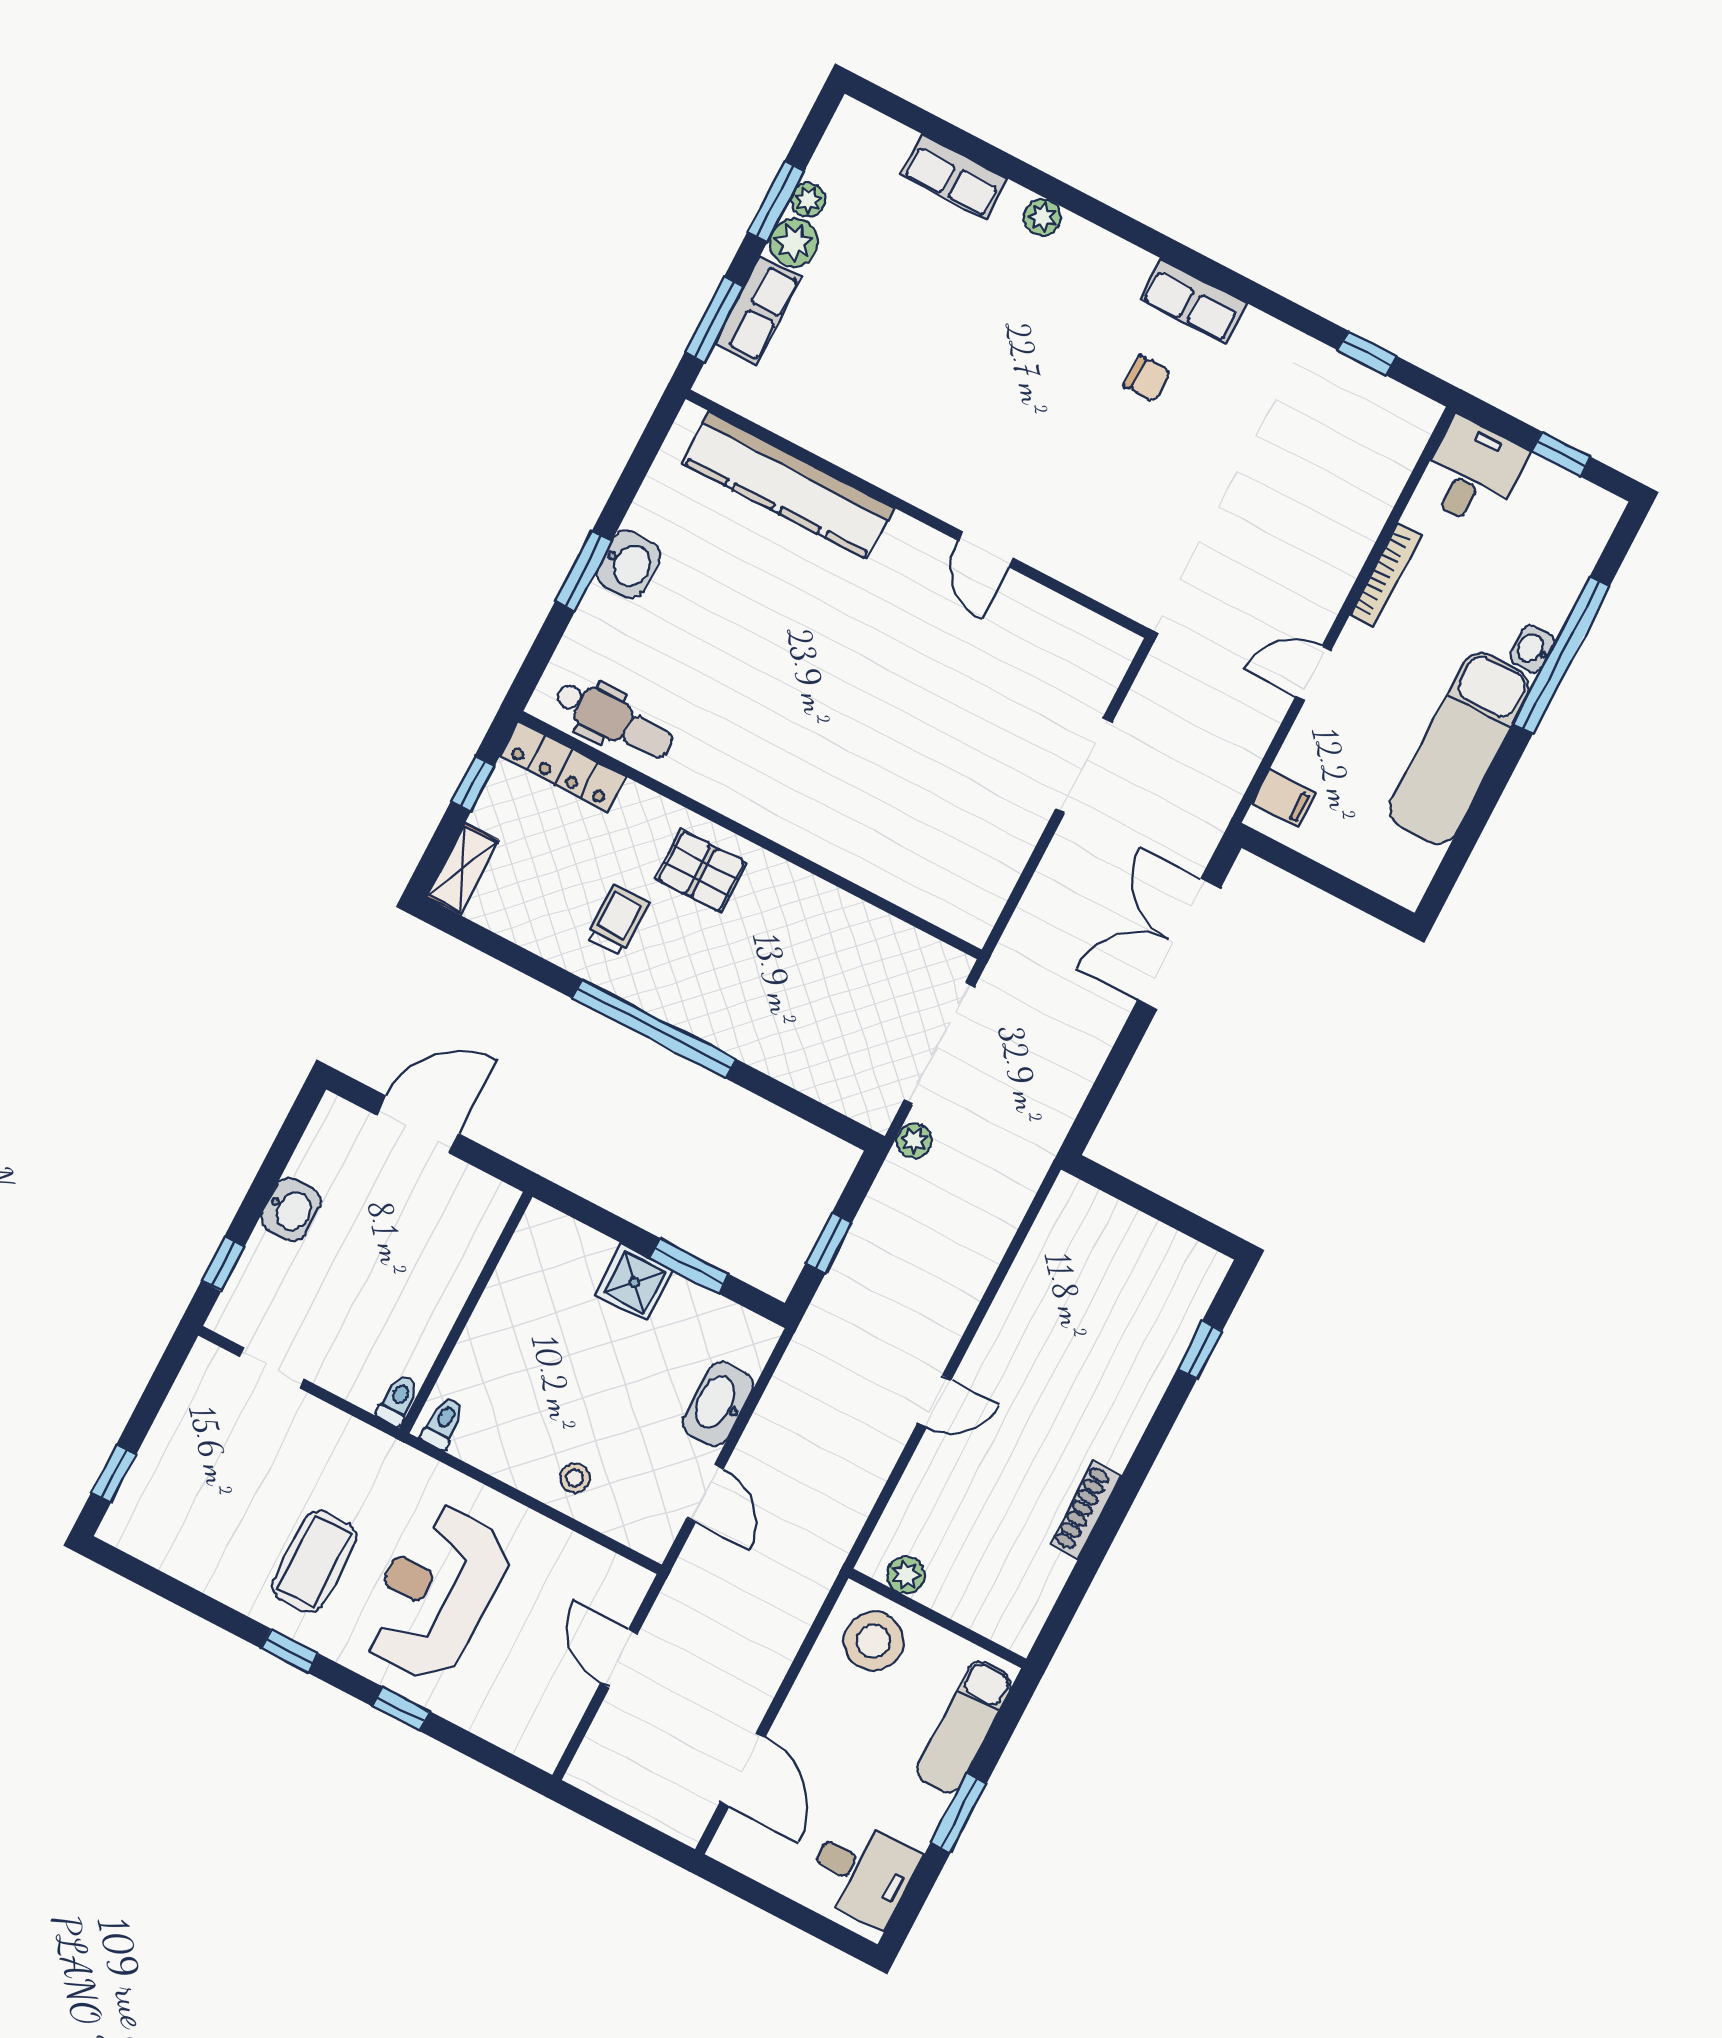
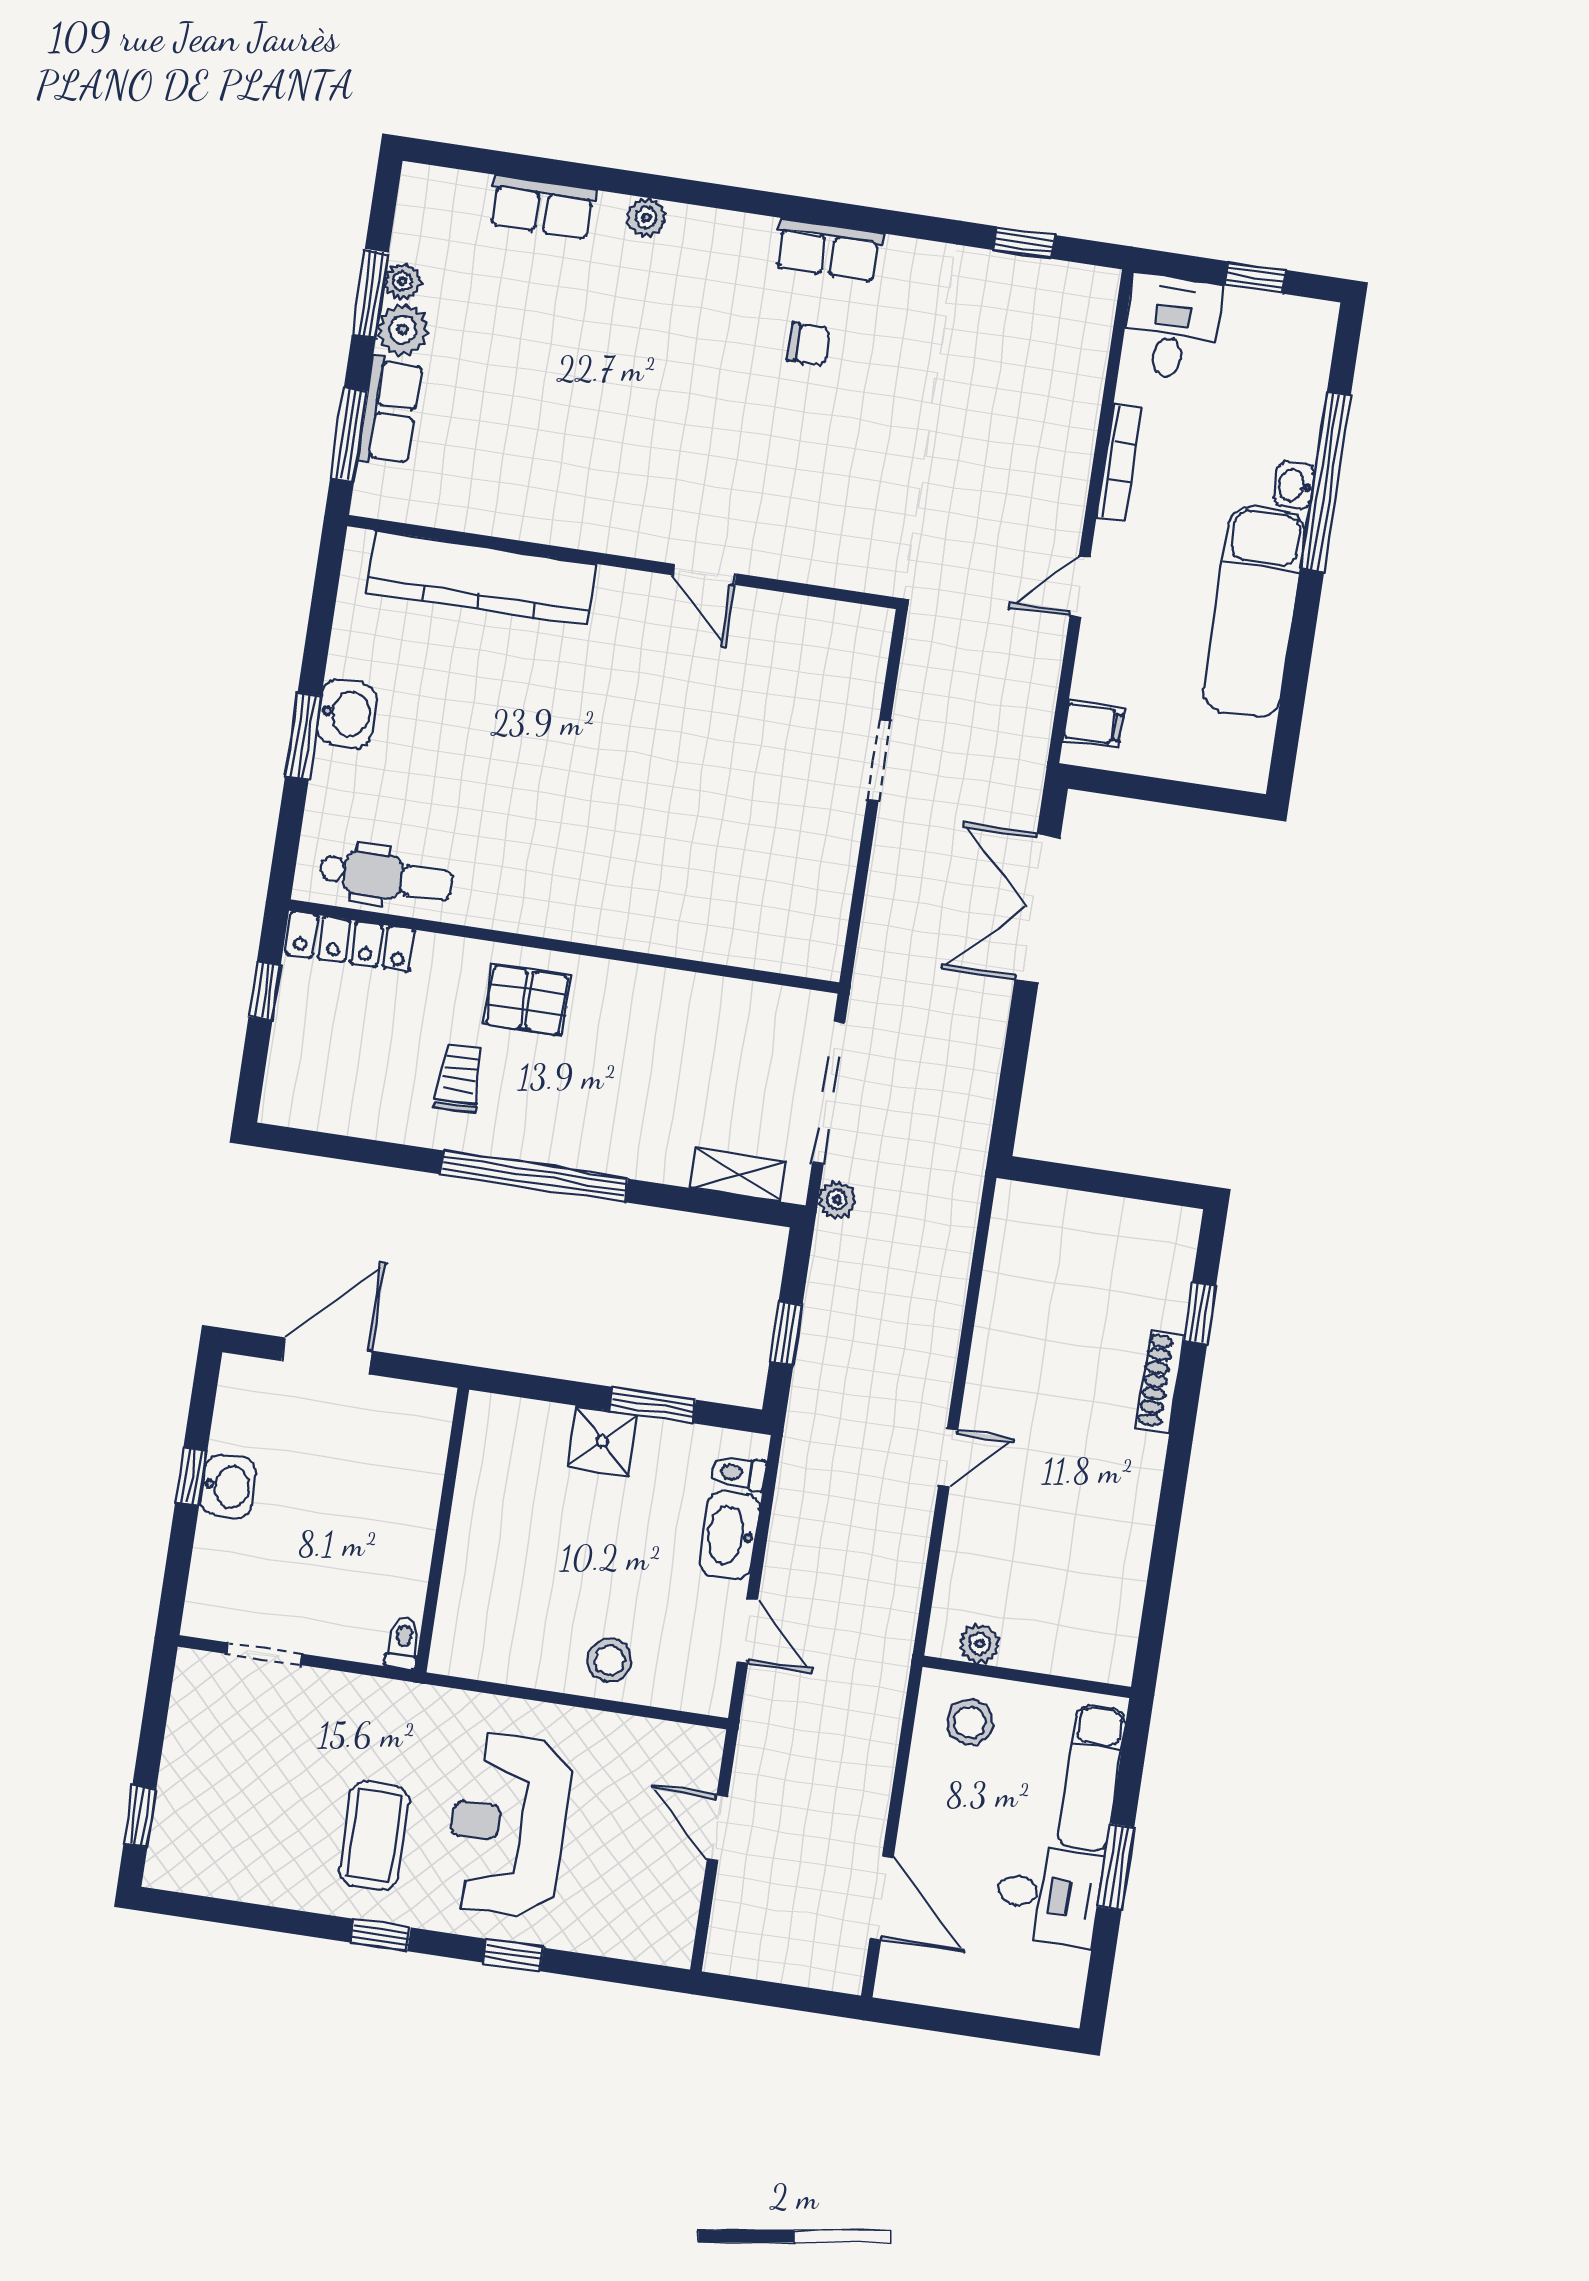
doorway: (1084, 766) -> (879, 760), width x0.73
shelving: (462, 869) -> (738, 1175), moved, turned 90
window: (223, 1264) -> (191, 1477), moved
toilet: (443, 1423) -> (739, 1473), moved, turned -90
stool: (575, 1478) -> (610, 1660), width x1.37, depth x1.37
shoe rack: (1086, 1510) -> (1160, 1381), moved
stool: (874, 1641) -> (970, 1722), width x0.73, depth x0.73
desk: (862, 1872) -> (1048, 1895), moved

